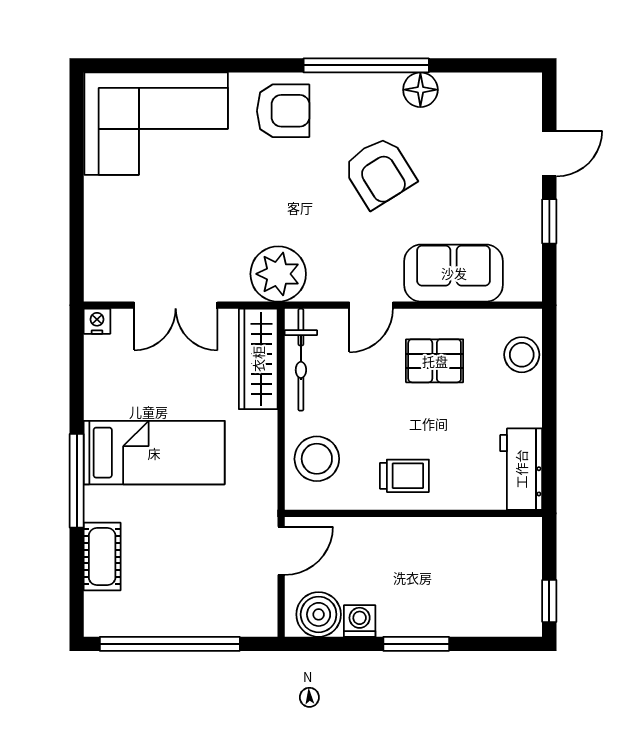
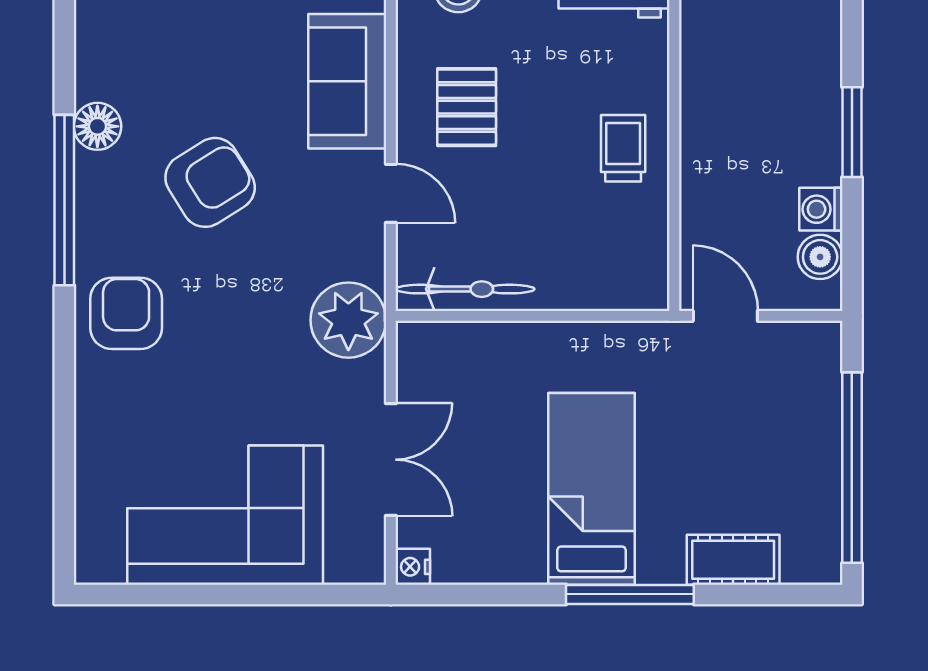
corner sofa: (156, 124) -> (225, 515), moved, turned -90
wardrobe: (258, 359) -> (464, 347), removed
stool: (317, 459) -> (600, 267), removed
boiler: (319, 614) -> (820, 257), width x0.73, depth x0.73

